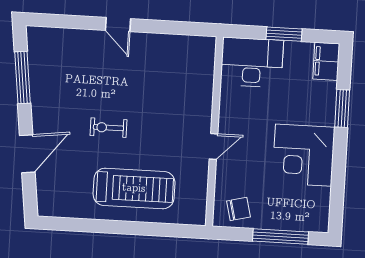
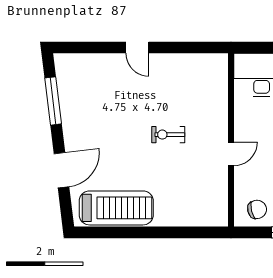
exercise bike: (108, 128) -> (168, 135), moved
treadmill: (134, 188) -> (116, 208), moved

